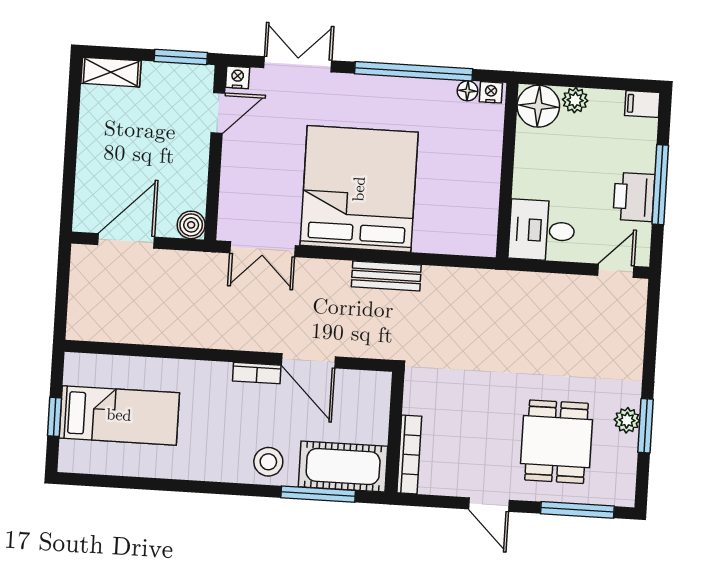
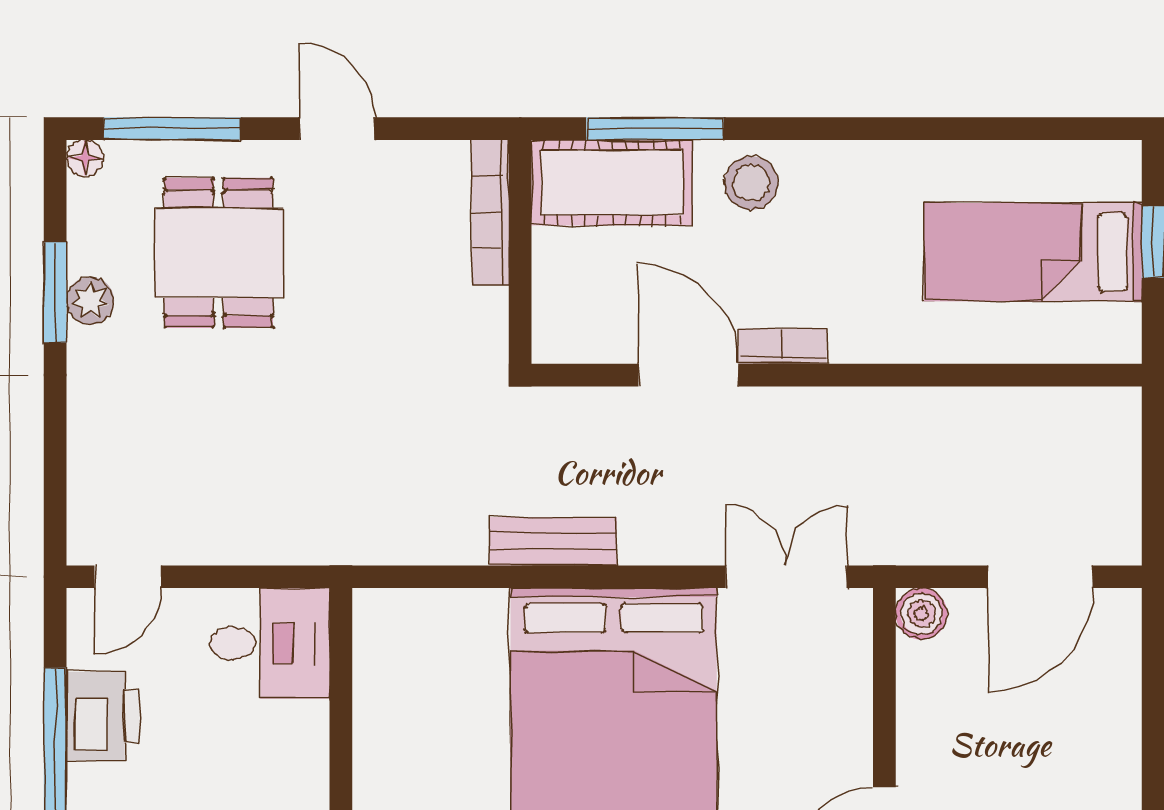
floor lamp: (625, 497) -> (85, 158), added

